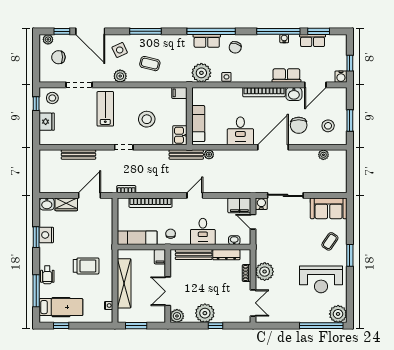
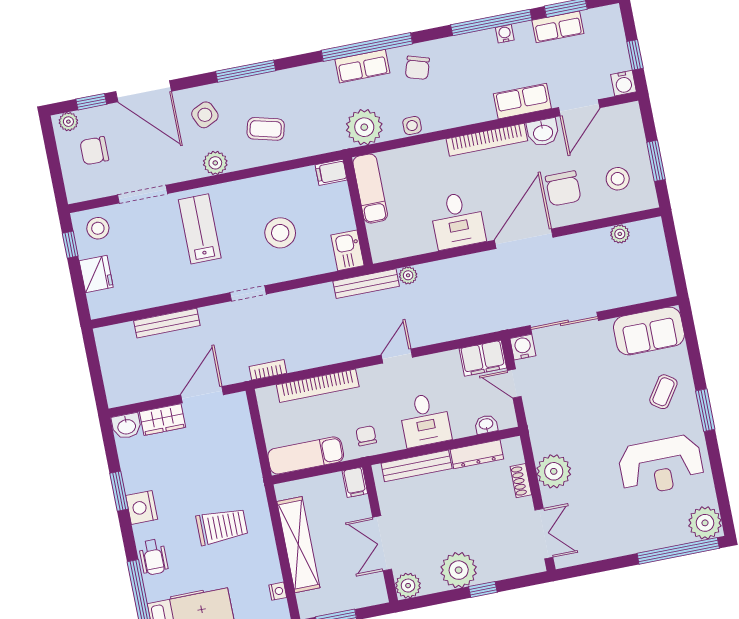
exam couch: (198, 124) -> (370, 189), moved
nightstand: (46, 235) -> (142, 507), moved

